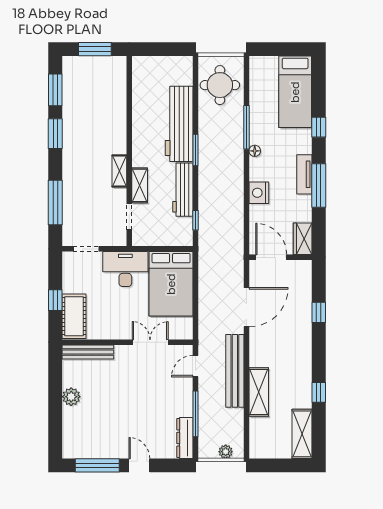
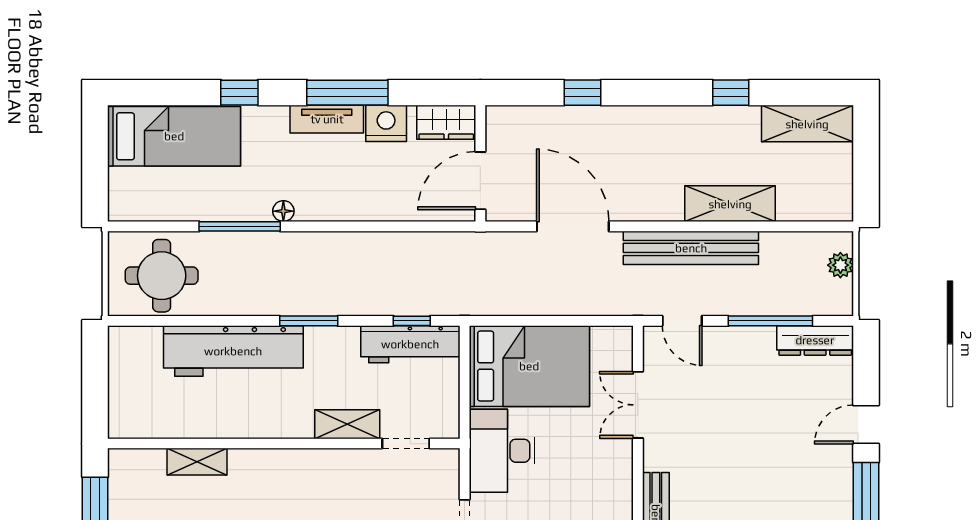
window: (195, 150) -> (309, 321), moved
shelving: (119, 171) -> (197, 462), moved
workbench: (183, 190) -> (410, 344), moved
nightstand: (259, 193) -> (386, 123), moved, turned 180

